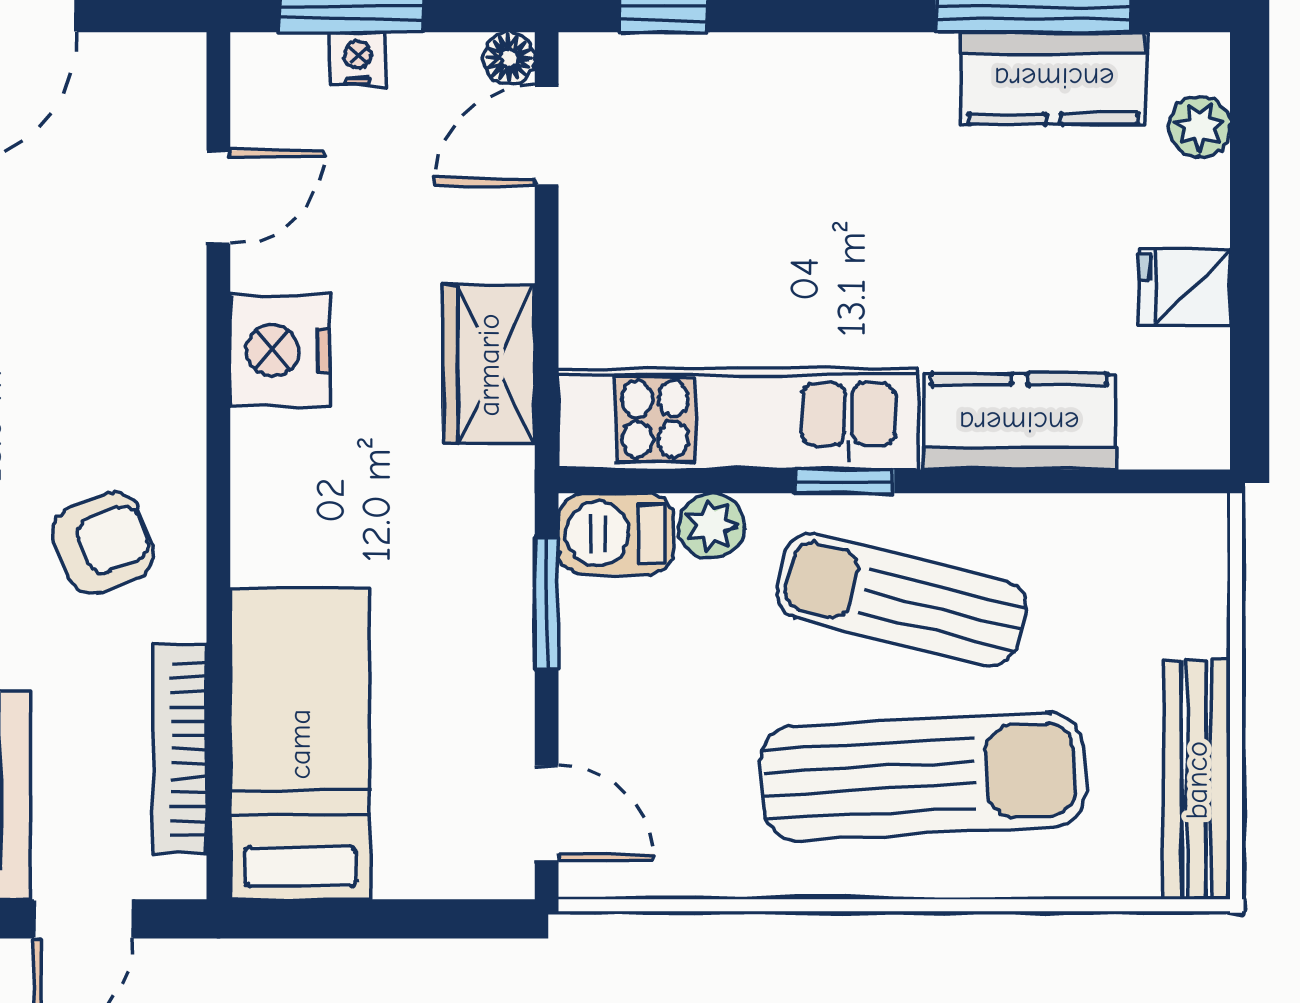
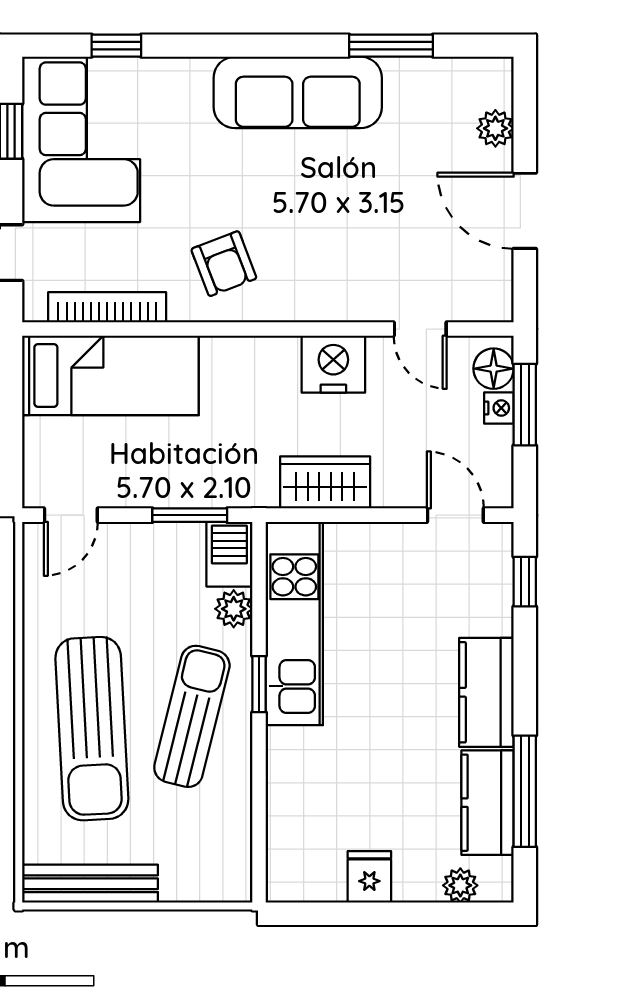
floor lamp: (509, 58) -> (494, 369), moved, width x1.37, depth x1.37
kitchen counter: (1019, 422) -> (486, 692), moved, turned 180

